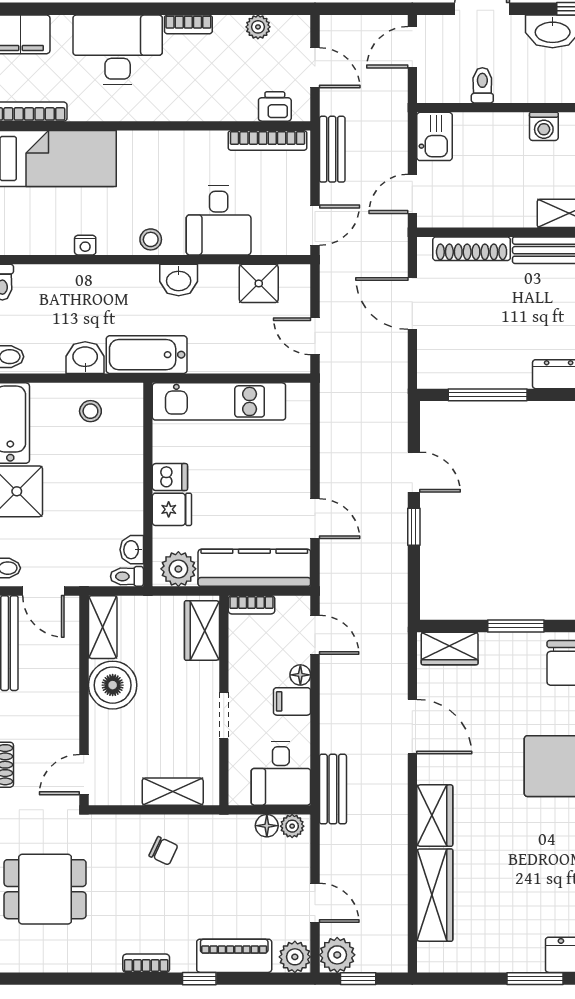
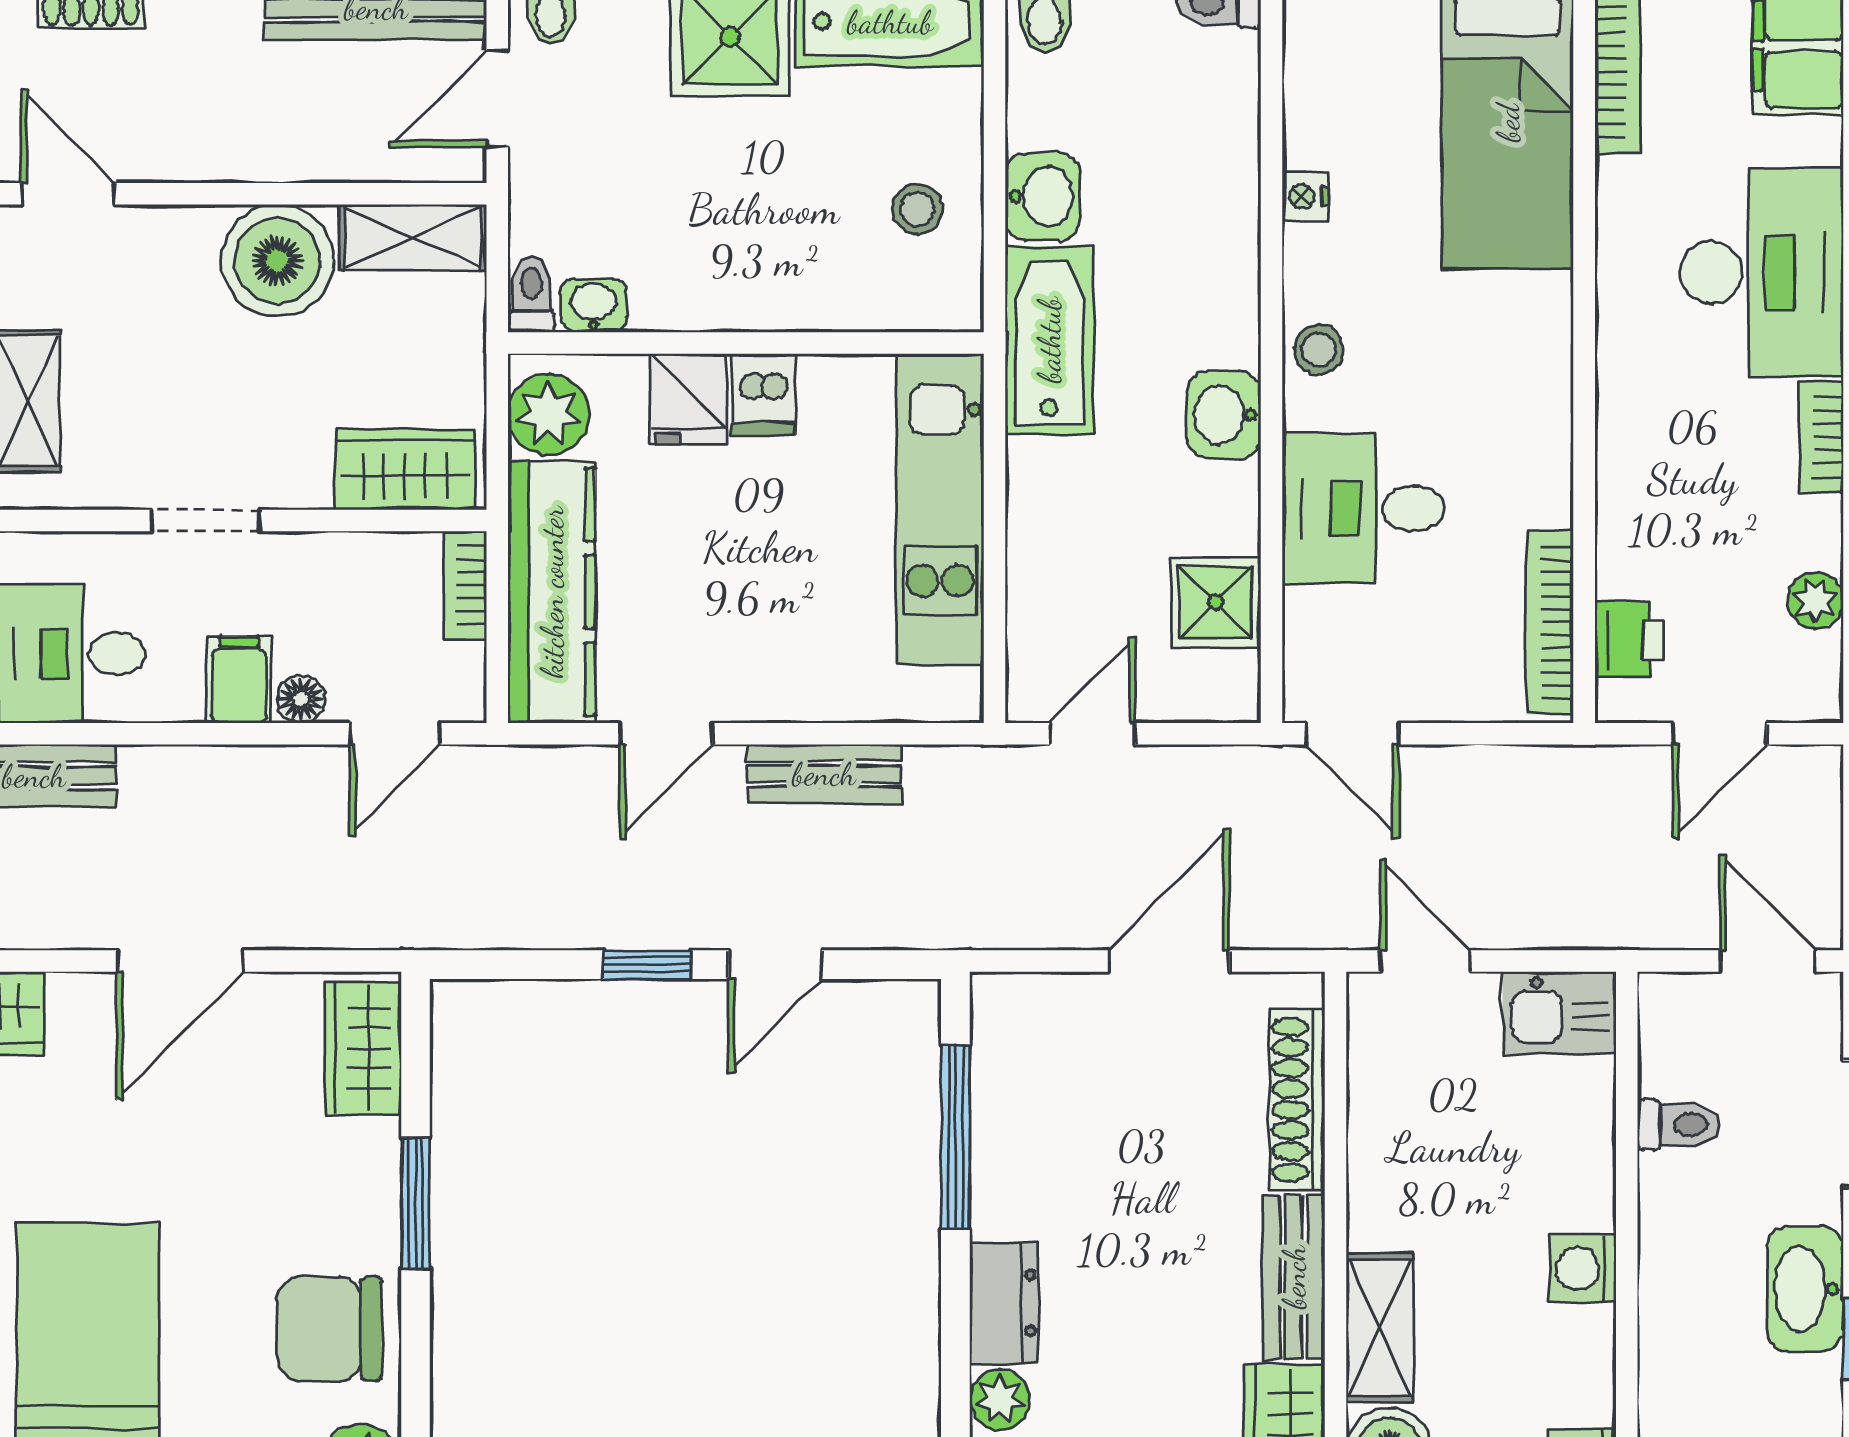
bench: (332, 149) -> (824, 774), moved

